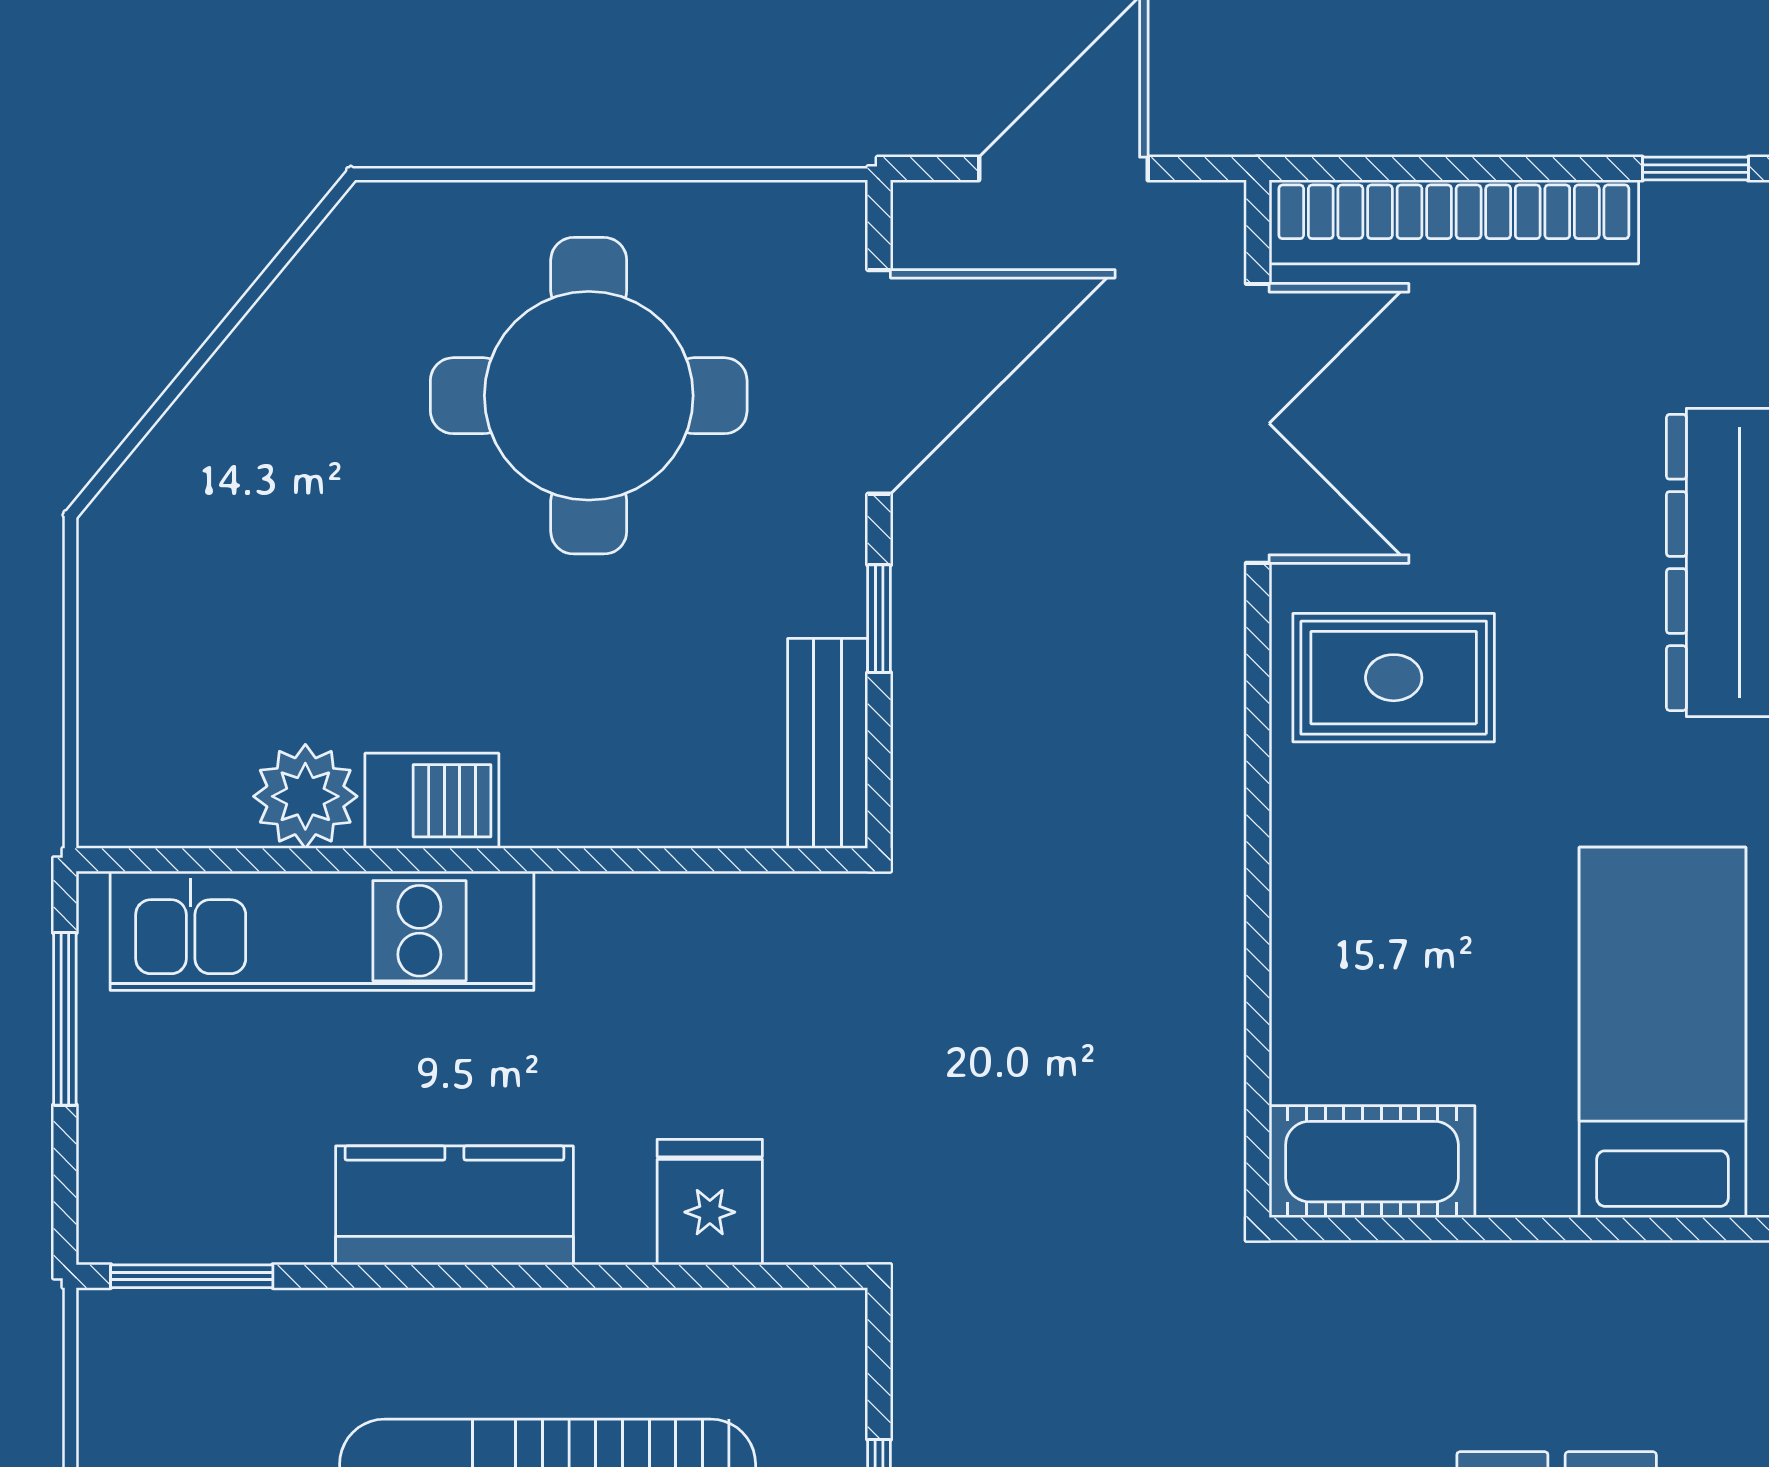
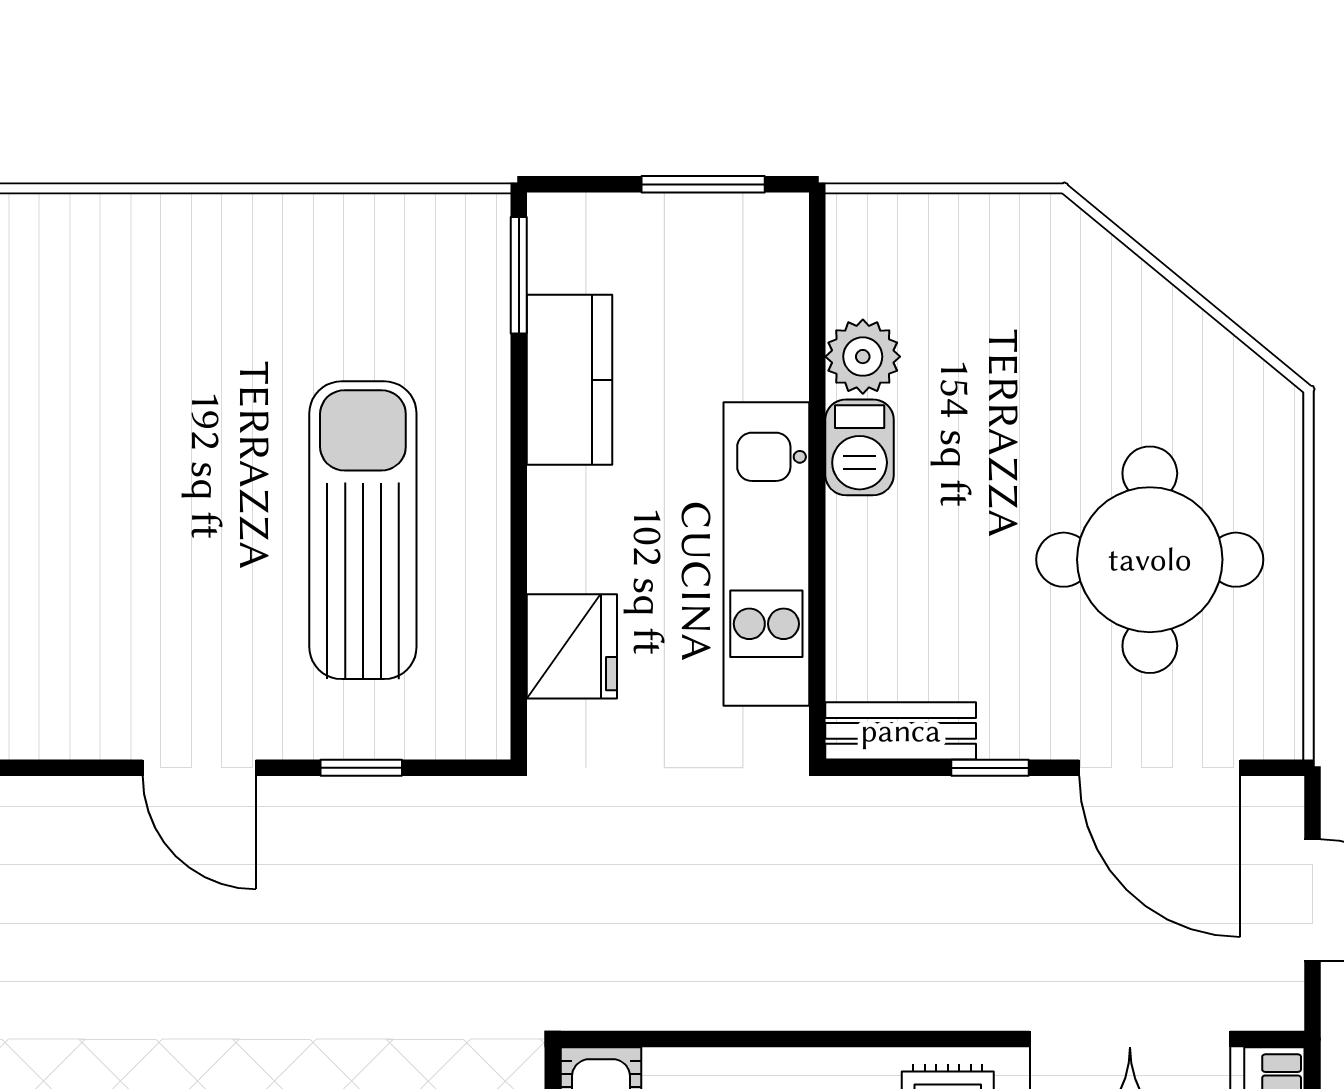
kitchen unit: (322, 931) -> (766, 554), moved
fridge: (710, 1202) -> (572, 646), width x1.38
kitchen counter: (454, 1205) -> (570, 380), moved

